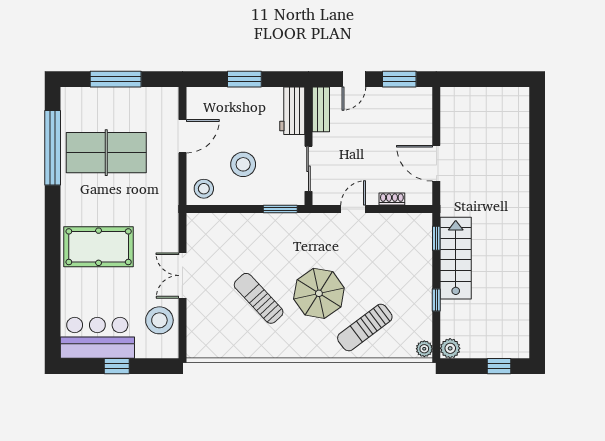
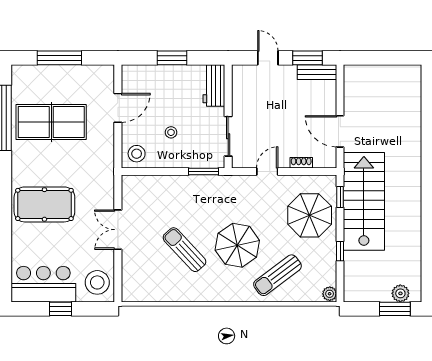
door: (354, 79) -> (268, 58), swing flipped
bench: (321, 109) -> (317, 72), moved, turned 90
stool: (243, 164) -> (171, 132), width x0.53, depth x0.53
stairs: (456, 258) -> (364, 201), width x1.36, depth x1.51
parasol: (401, 259) -> (310, 215), added
stool: (159, 320) -> (97, 282), moved
plant: (450, 348) -> (400, 293), moved
window: (499, 366) -> (395, 309), width x1.50

